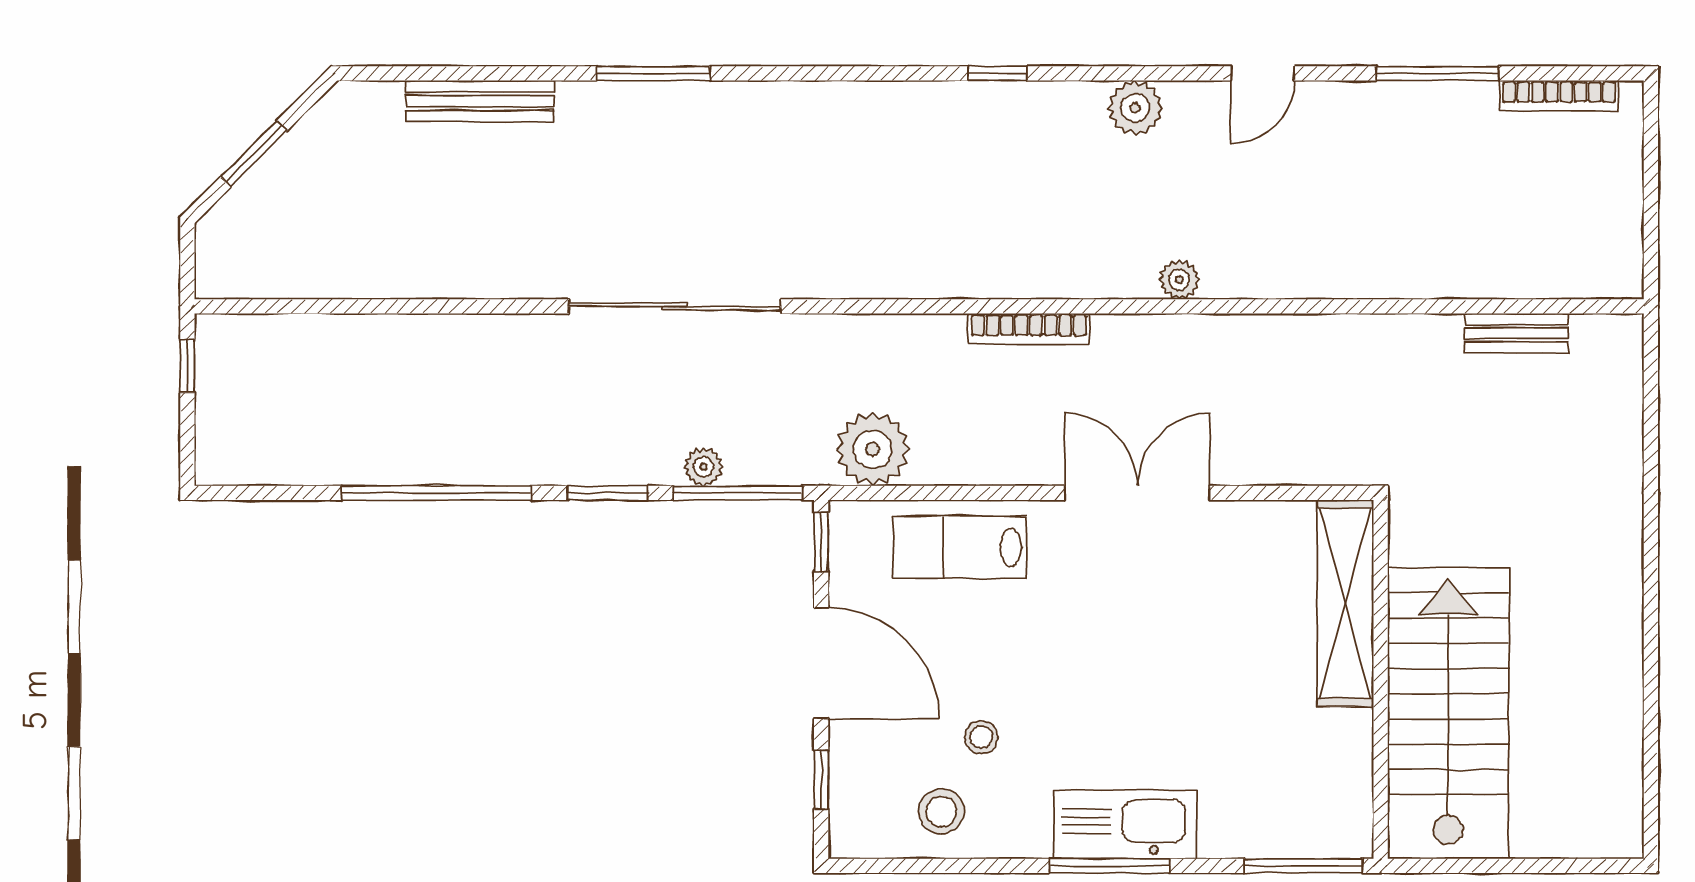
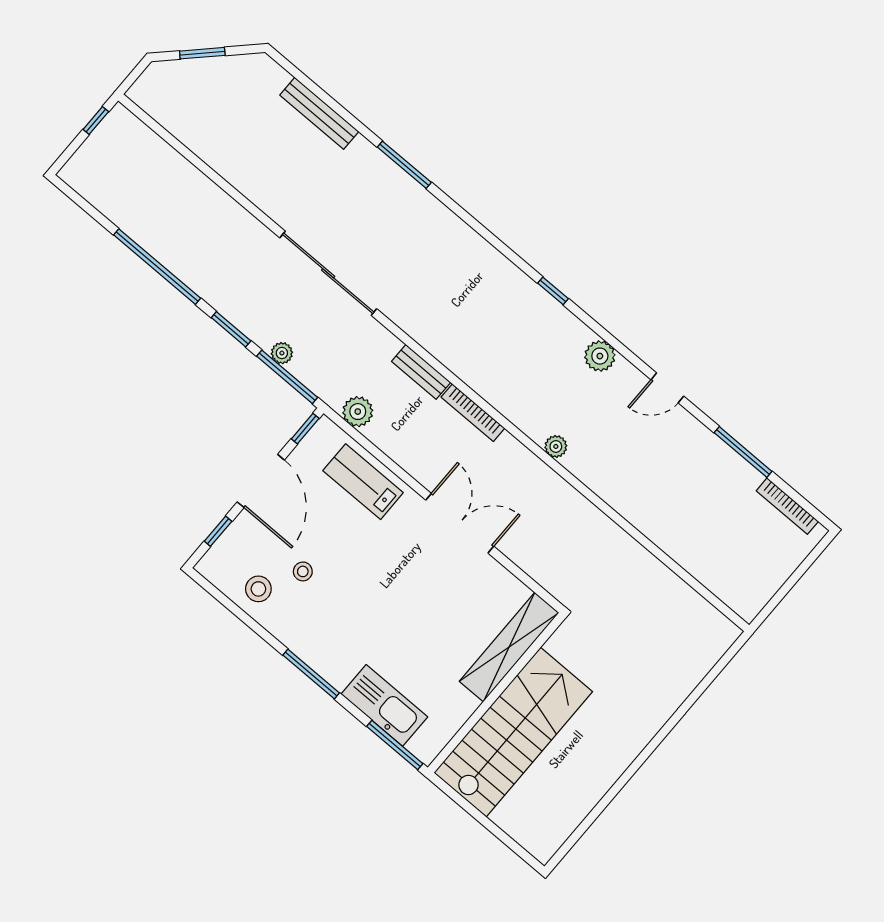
bench: (1516, 333) -> (421, 372), moved
plant: (873, 449) -> (358, 412), width x0.73, depth x0.73
kitchen sink: (1125, 824) -> (384, 705), moved

